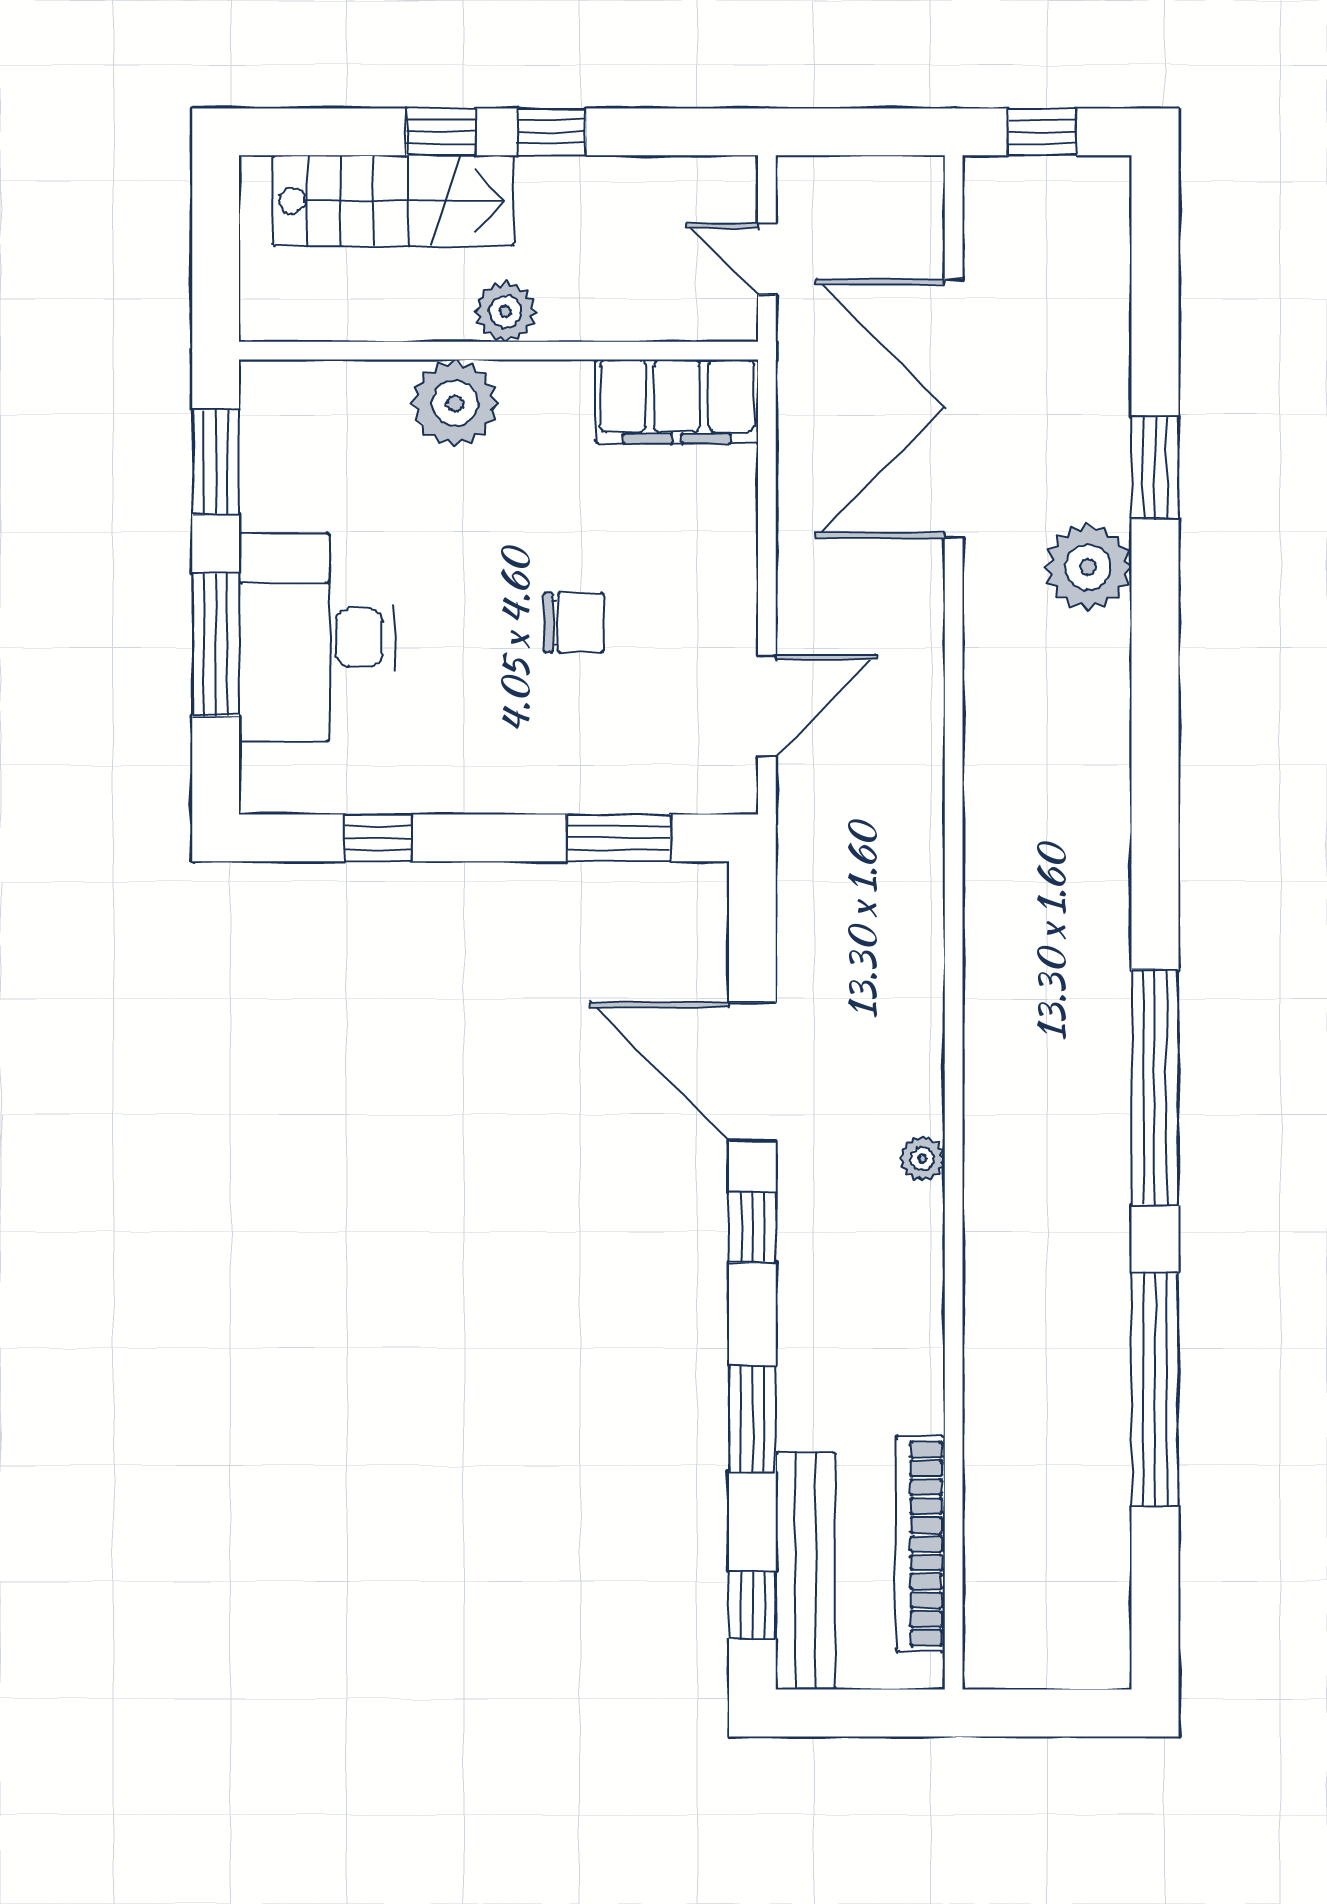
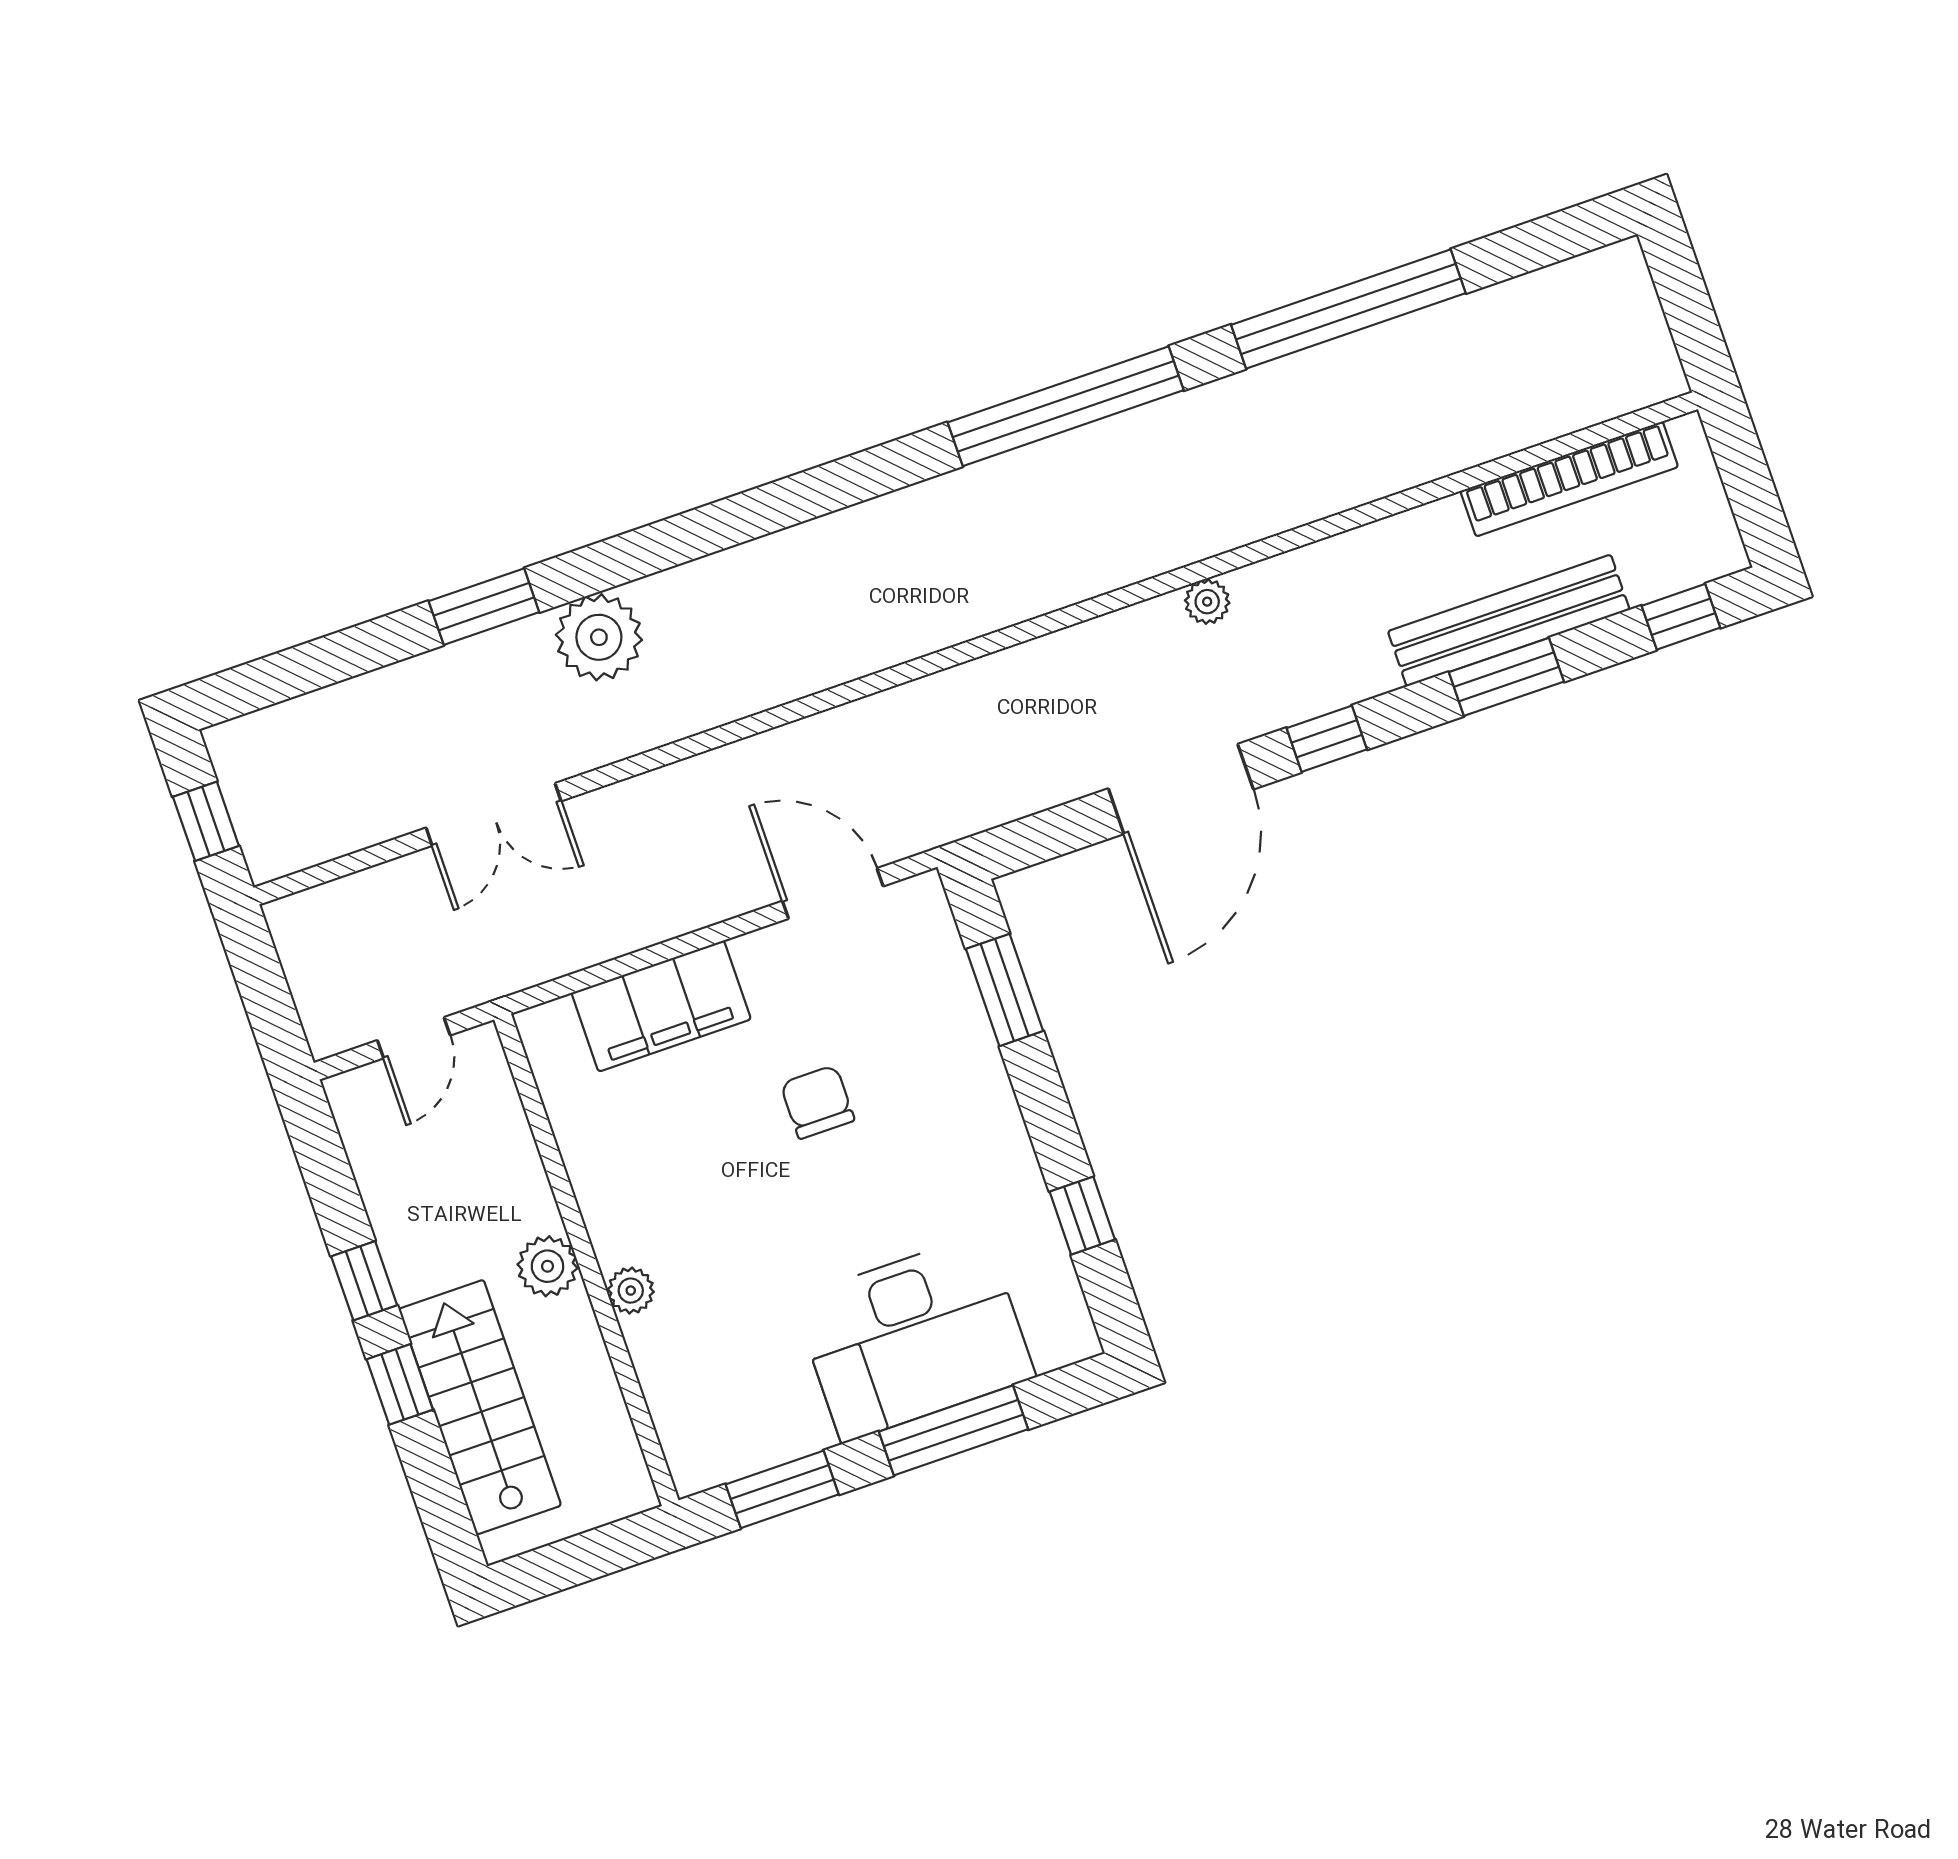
filing cabinet: (677, 402) -> (661, 1006), moved, turned 90
plant: (455, 403) -> (631, 1291), width x0.53, depth x0.53
double door: (954, 408) -> (494, 814), width x0.54
bench: (805, 1571) -> (1509, 621), moved

